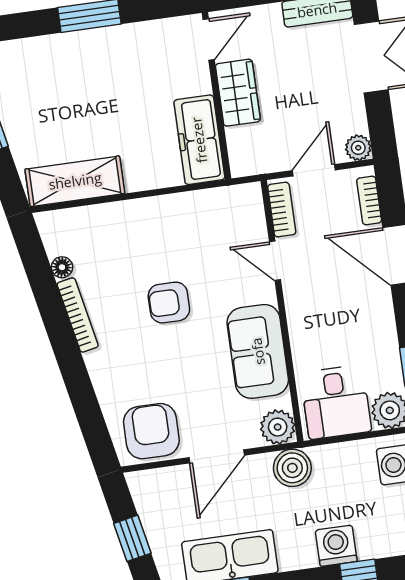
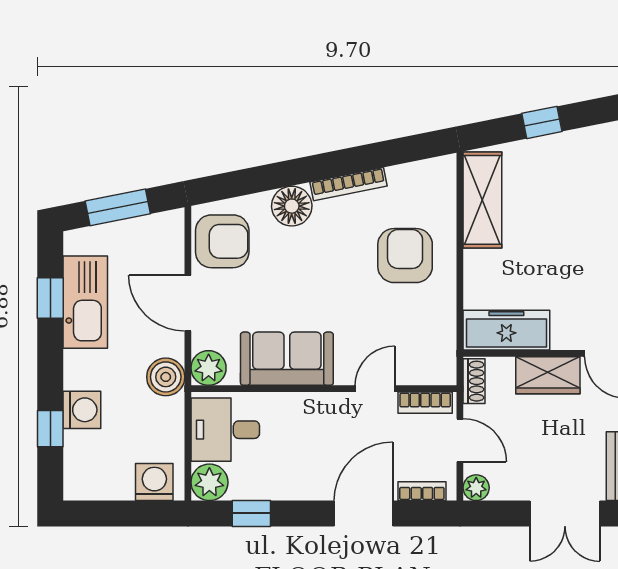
shoe rack: (254, 165) -> (474, 381), added
floor lamp: (62, 267) -> (292, 206), moved, width x1.89, depth x1.89
armchair: (169, 303) -> (405, 256), moved, width x1.38, depth x1.38
window: (132, 538) -> (118, 207), width x1.50

